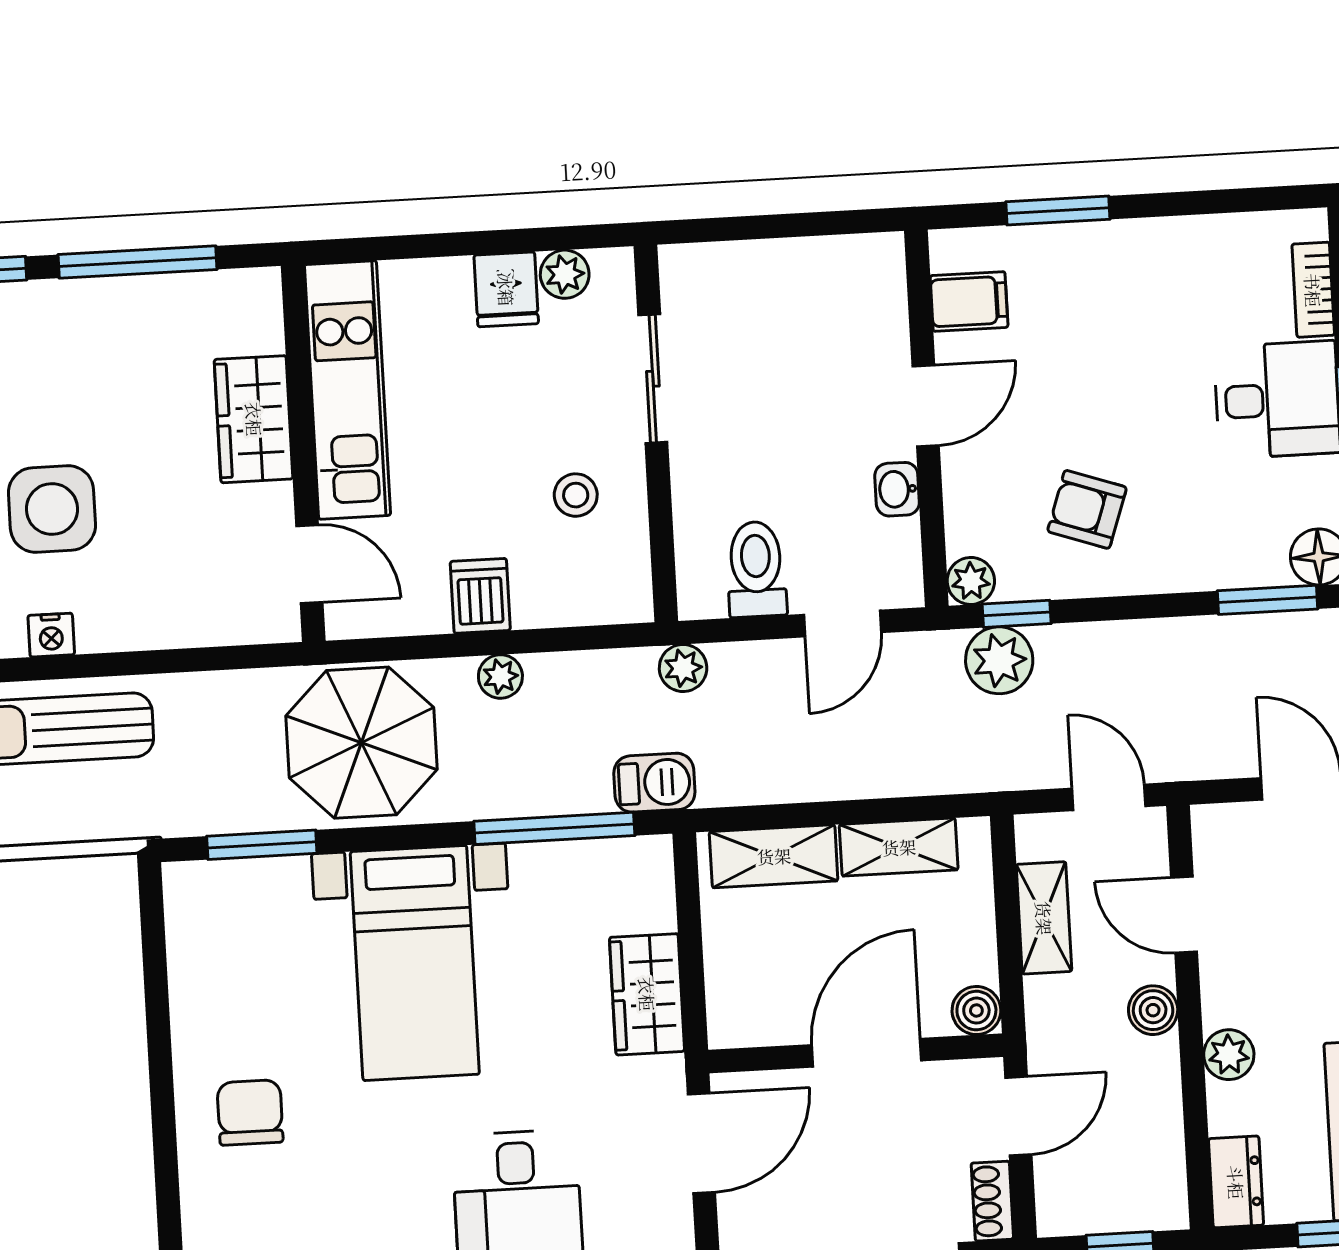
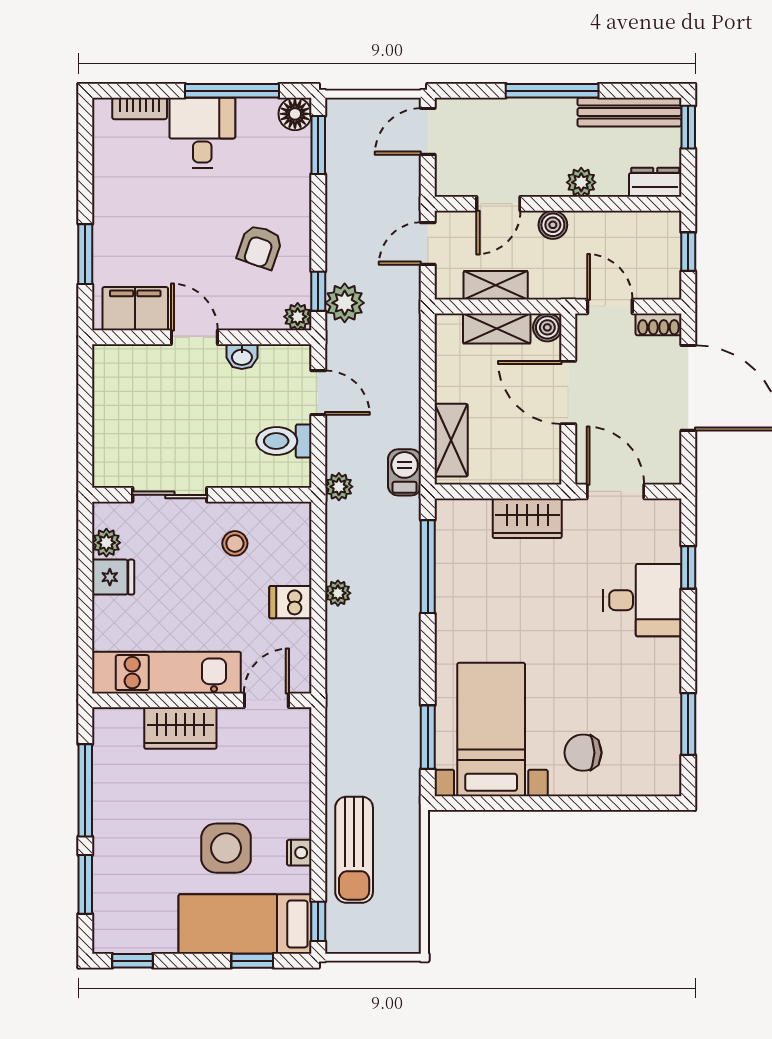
filing cabinet: (969, 301) -> (135, 309), width x2.00
parasol: (362, 743) -> (372, 676), removed
barbecue: (654, 783) -> (405, 472), moved
shelving: (899, 847) -> (497, 328), moved, turned 90
bed with nightstands: (415, 963) -> (491, 729), moved, turned -90

